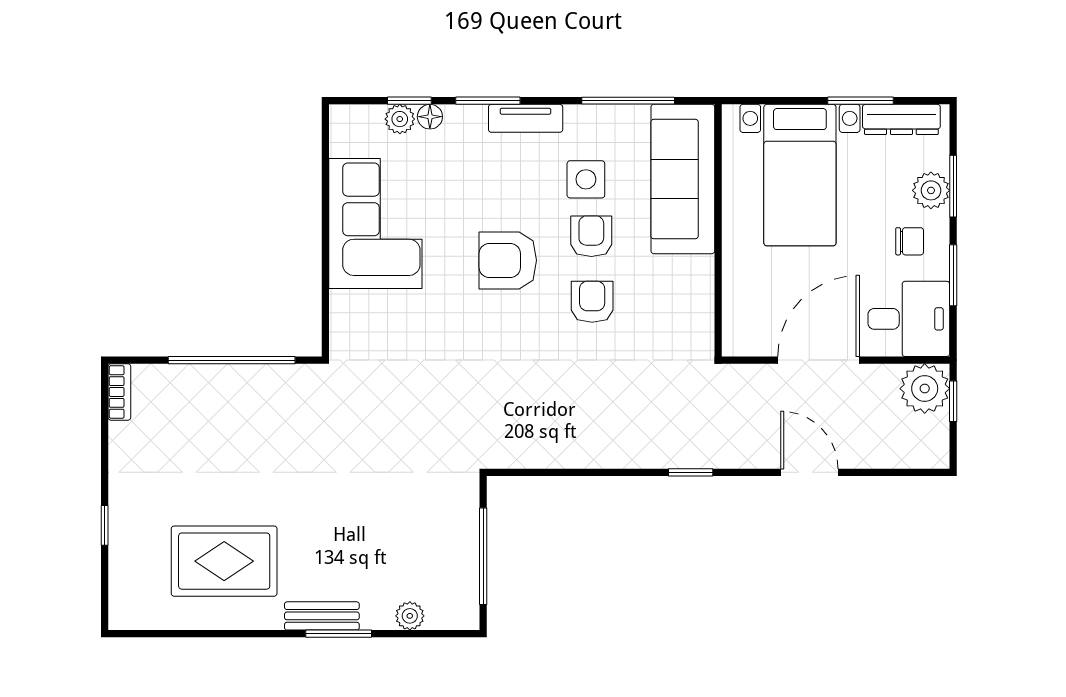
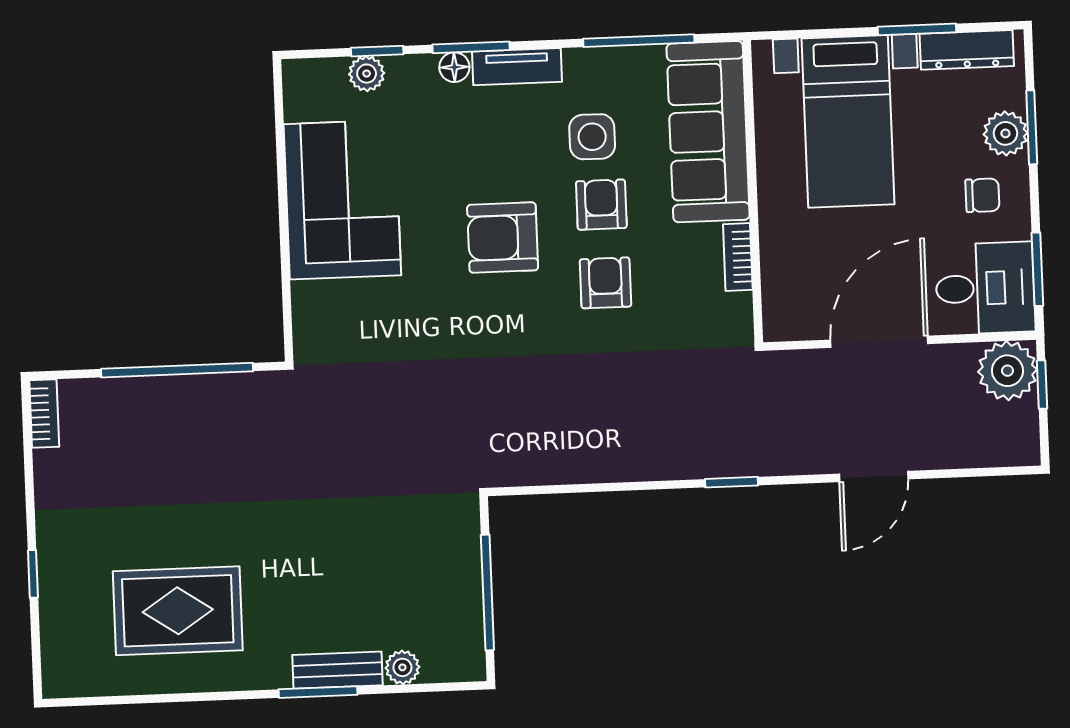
floor lamp: (430, 117) -> (454, 67), moved
window: (953, 275) -> (1037, 269), moved
bookcase: (703, 285) -> (738, 257), added
door: (809, 472) -> (874, 476), swing flipped
bench: (322, 616) -> (338, 670), moved

